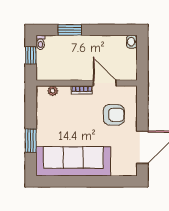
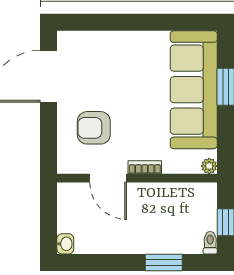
plant: (53, 91) -> (209, 166), moved
sofa: (73, 161) -> (194, 90), moved, turned 90

